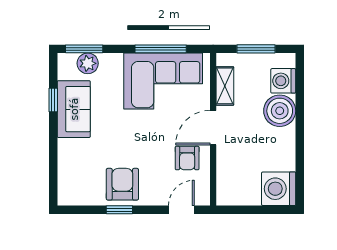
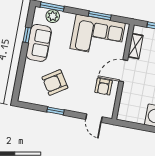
window: (161, 49) -> (100, 16), width x0.69
armchair: (122, 184) -> (55, 83), moved, turned -123
door: (181, 210) -> (94, 118), swing flipped

